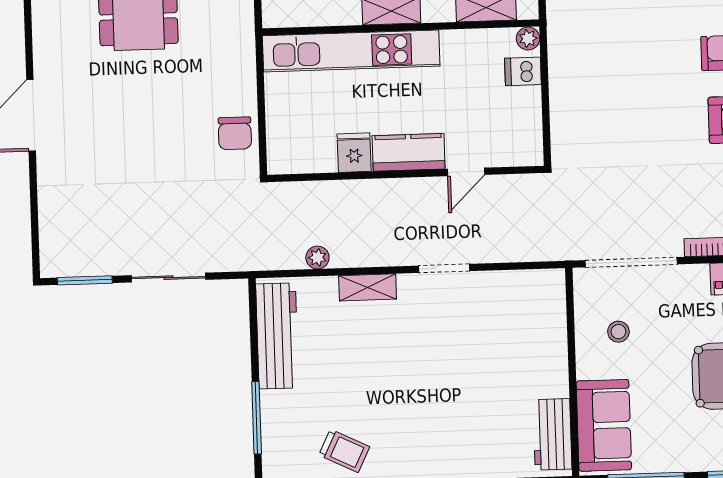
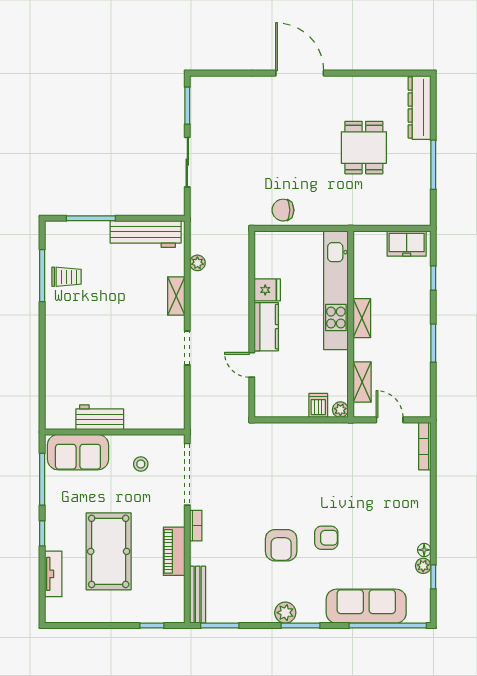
workbench: (552, 434) -> (100, 417), moved
trolley: (344, 451) -> (67, 277), turned -116

